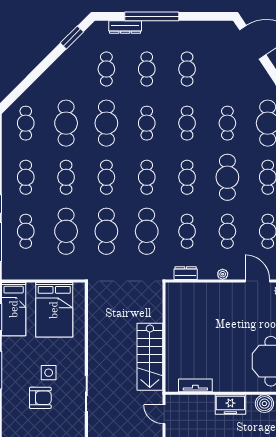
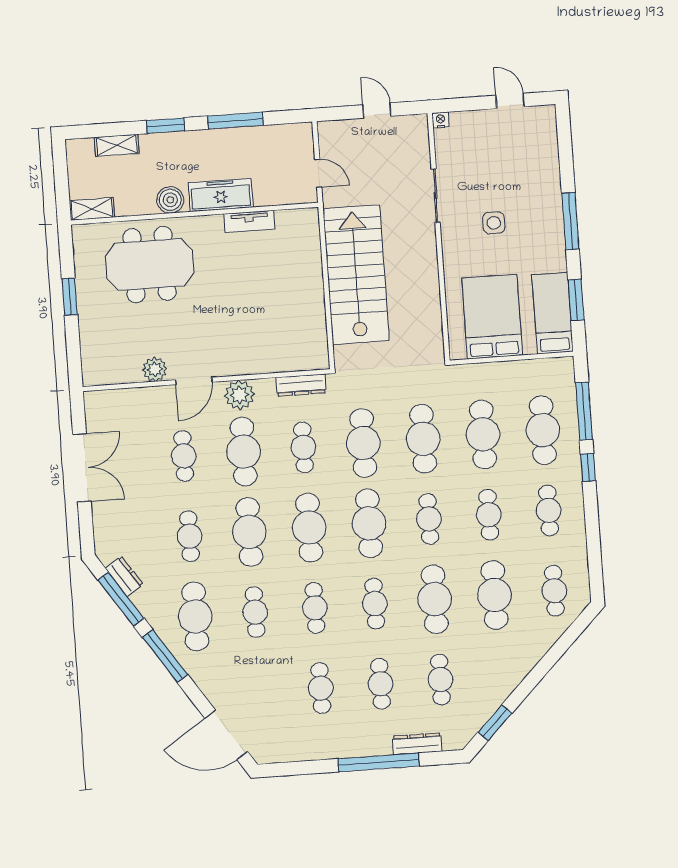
cafe table: (147, 177) -> (369, 523), width x1.37, depth x1.35
cafe table: (187, 177) -> (309, 528), width x1.37, depth x1.35
cafe table: (26, 231) -> (543, 430), width x1.37, depth x1.35
cafe table: (227, 231) -> (244, 452), width x1.37, depth x1.35
dresser: (186, 273) -> (301, 385), width x1.44
plant: (223, 274) -> (240, 395), width x1.87, depth x1.87
door: (257, 281) -> (194, 381), hinge flipped
stairs: (150, 357) -> (356, 275), width x1.36, depth x1.51
tv unit: (195, 385) -> (249, 221), moved
armchair: (40, 398) -> (503, 185), removed
freezer: (230, 404) -> (221, 195), width x1.40

